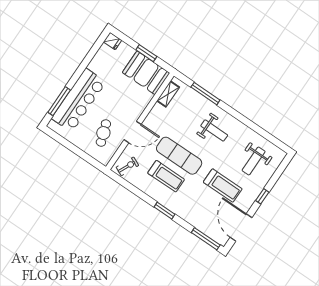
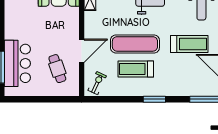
bar counter: (79, 100) -> (17, 63), width x0.73
treadmill: (166, 176) -> (136, 69), turned 180

